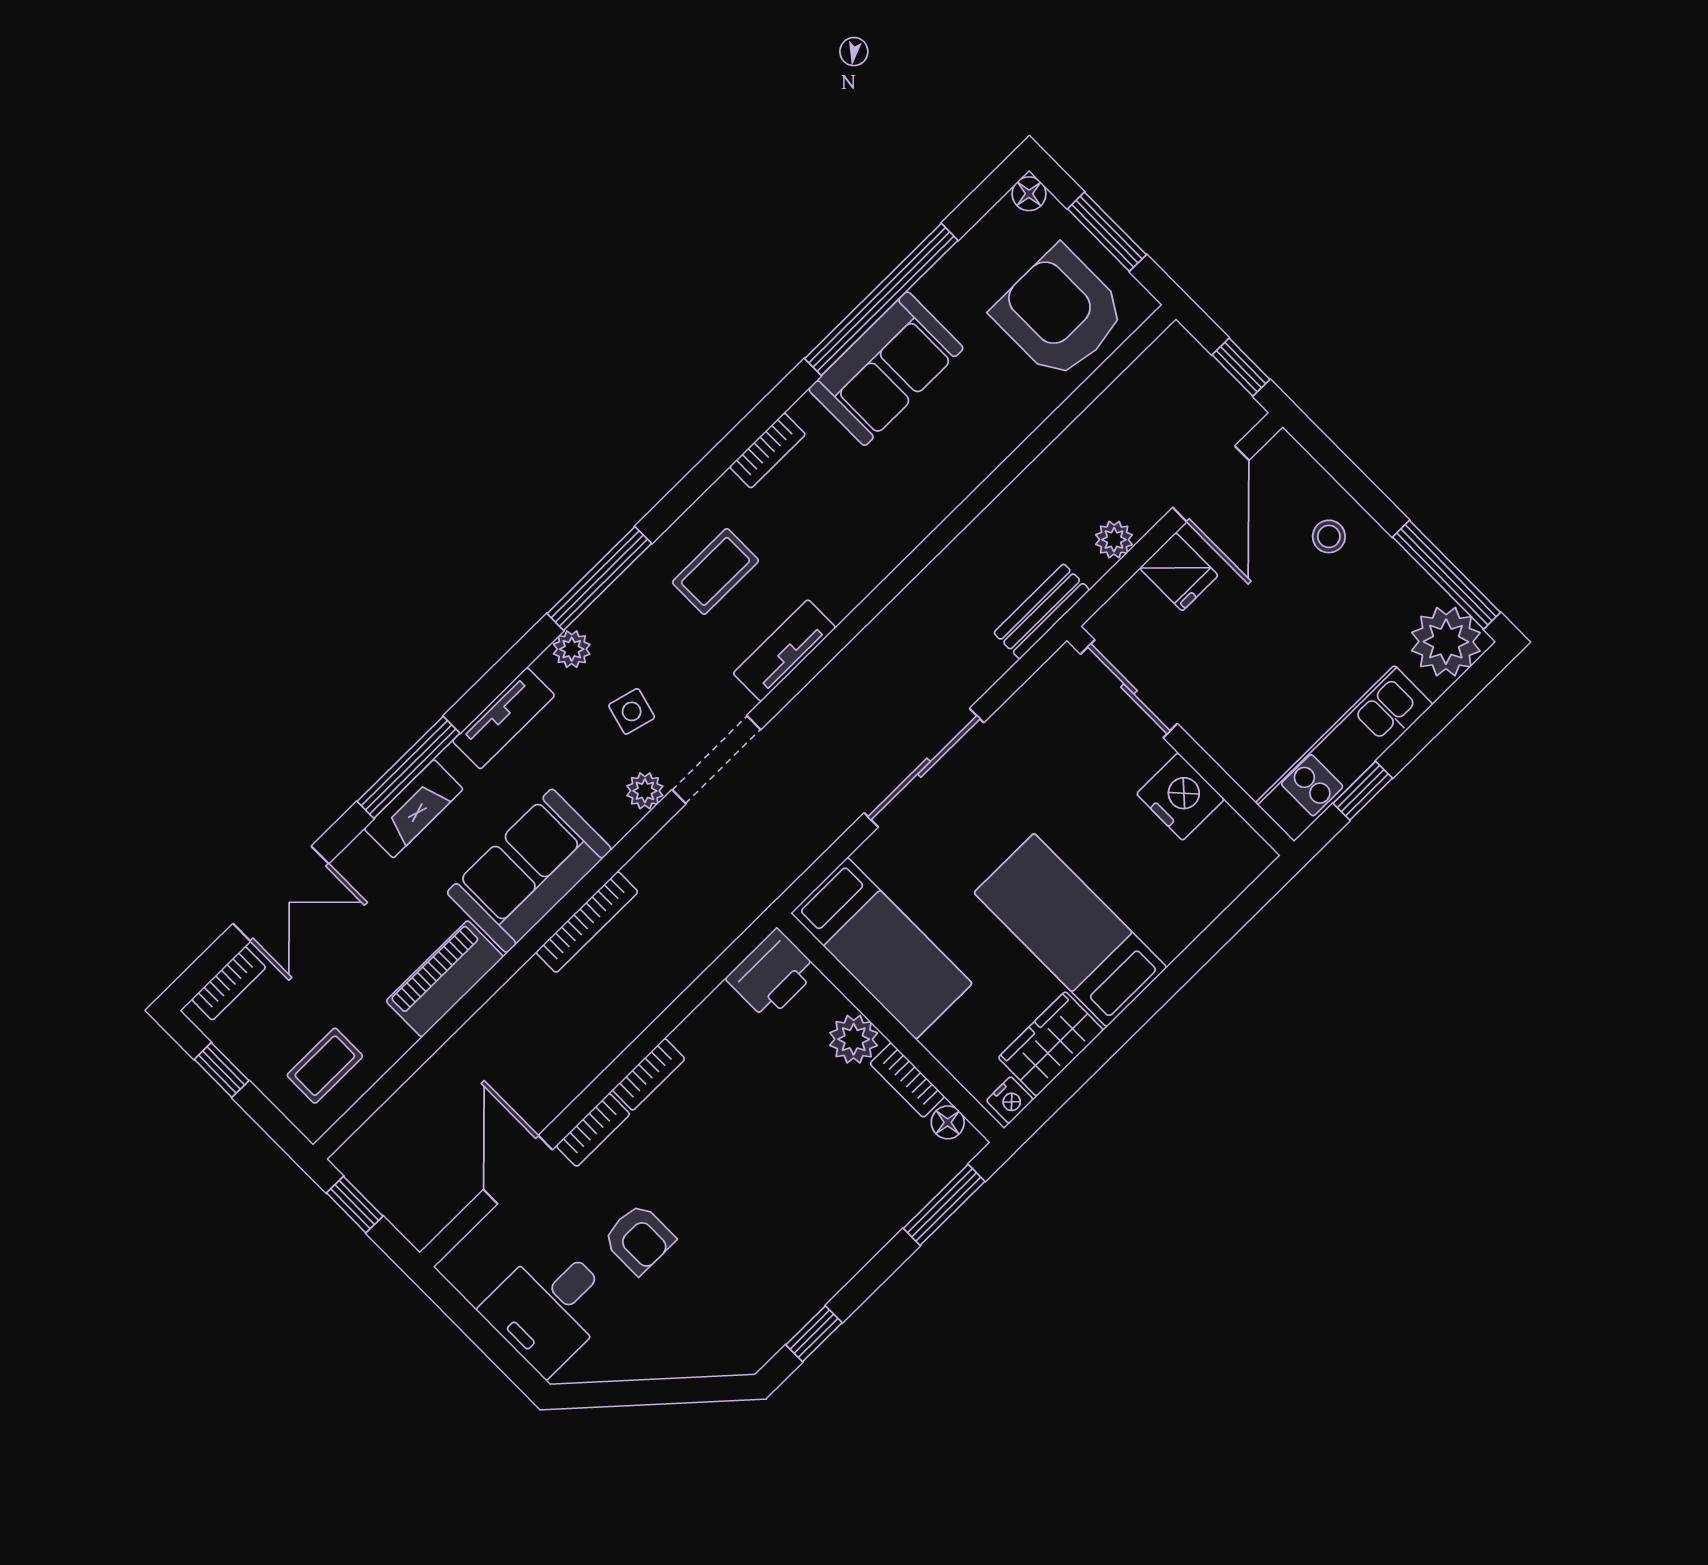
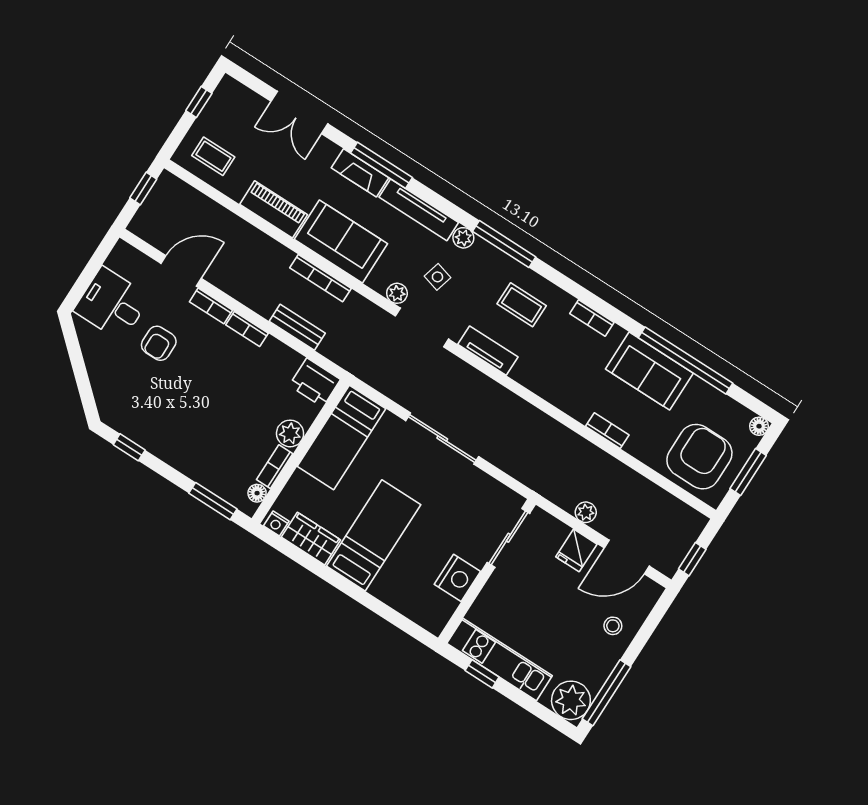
bench: (1042, 611) -> (297, 327), moved
tv unit: (504, 718) -> (419, 210), width x1.41
bookcase: (229, 983) -> (607, 431), moved, turned 180

